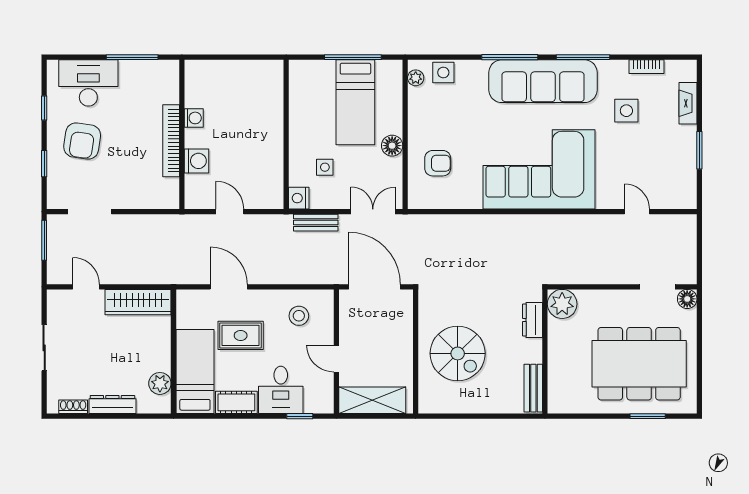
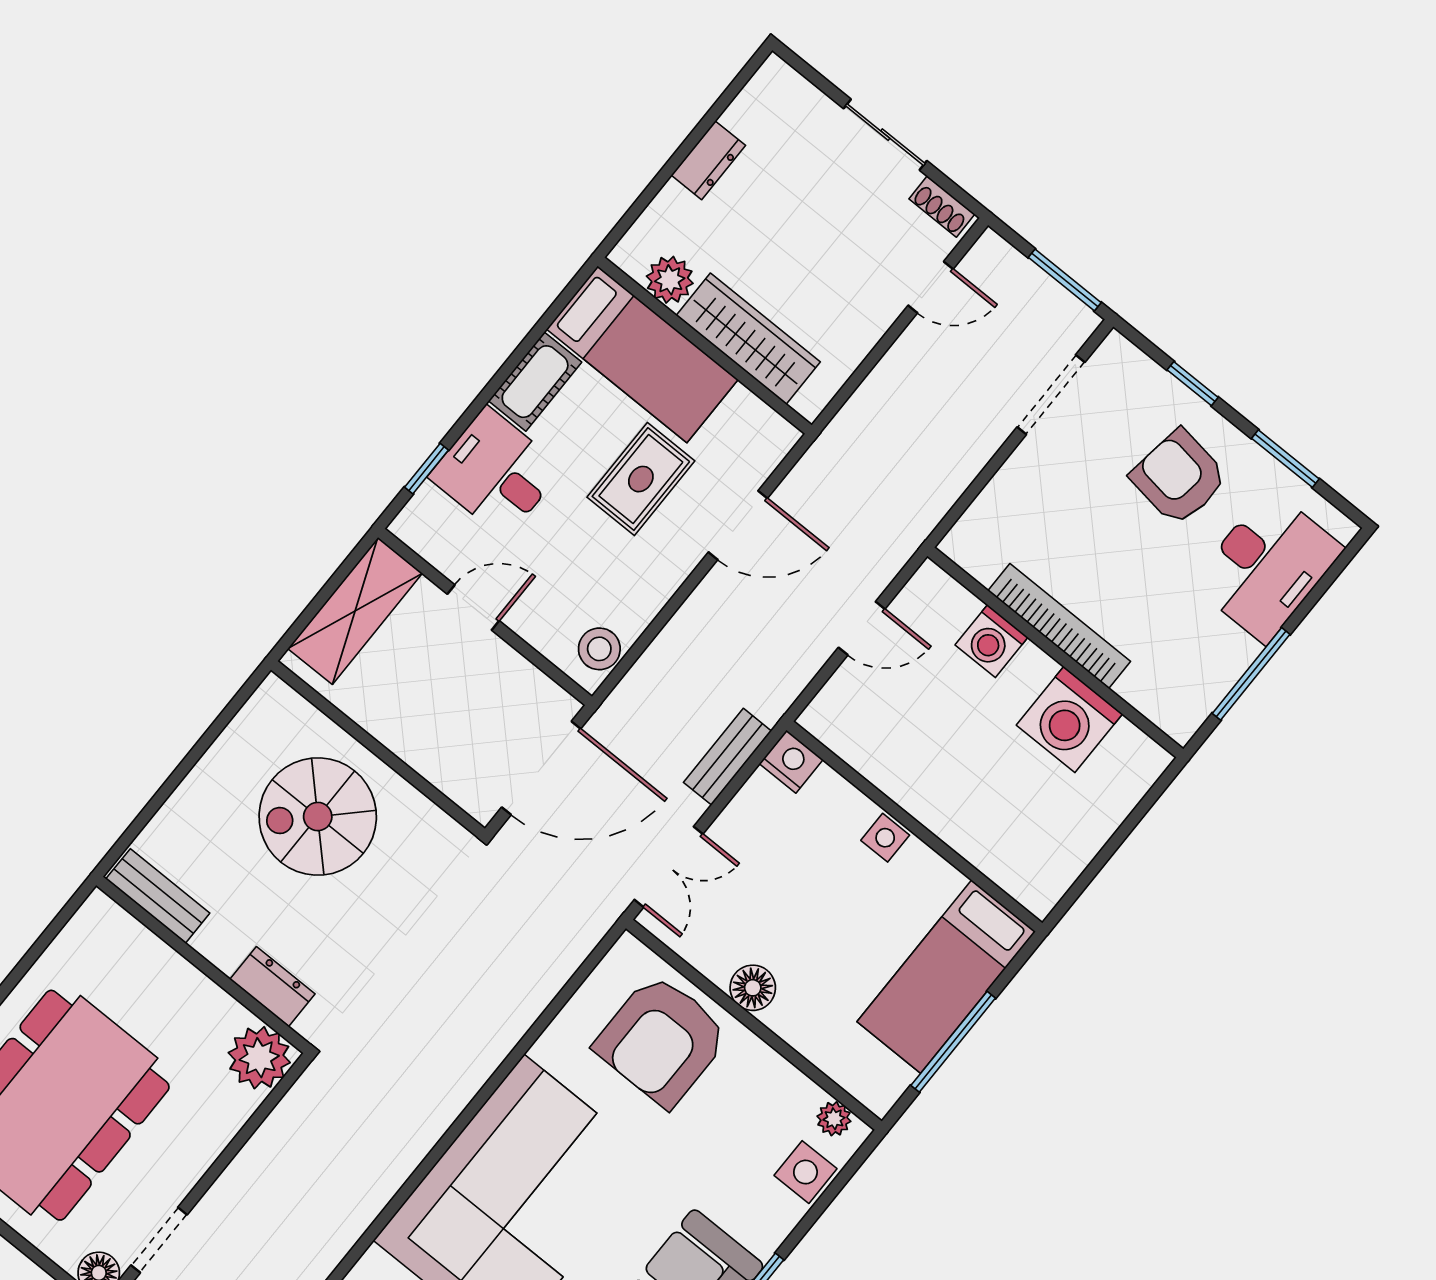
bed: (355, 102) -> (946, 977), moved, turned -90
window: (44, 108) -> (1285, 459), width x1.50
washing machine: (194, 118) -> (1069, 719), width x1.89, depth x1.89
armchair: (438, 163) -> (662, 1040), width x1.88, depth x1.88
side table: (325, 167) -> (885, 838), moved
wardrobe: (138, 302) -> (748, 339), moved, turned 90
stool: (299, 316) -> (599, 649), moved
dresser: (112, 404) -> (708, 160), width x0.70
shoe rack: (73, 407) -> (942, 206), moved, turned 90

